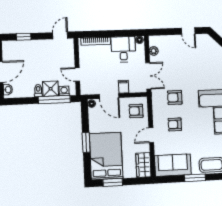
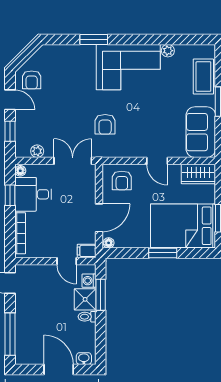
door: (188, 31) -> (10, 100), hinge flipped
window: (166, 32) -> (10, 131), added
window: (122, 33) -> (10, 195), added
window: (24, 37) -> (10, 334), width x2.17
door: (77, 74) -> (67, 261), hinge flipped
filing cabinet: (124, 87) -> (87, 251), moved
window: (54, 100) -> (101, 295), width x0.69
armchair: (175, 124) -> (32, 80), moved

